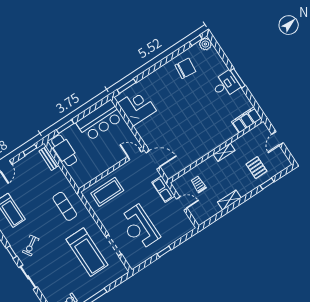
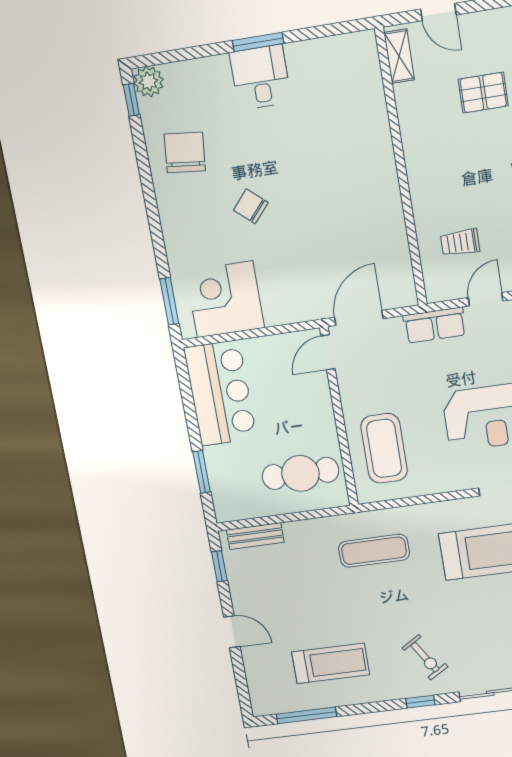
chair: (177, 101) -> (251, 206), added
filing cabinet: (246, 120) -> (363, 66), removed
cafe table: (64, 150) -> (300, 473), moved
shelving: (224, 152) -> (399, 56), moved

